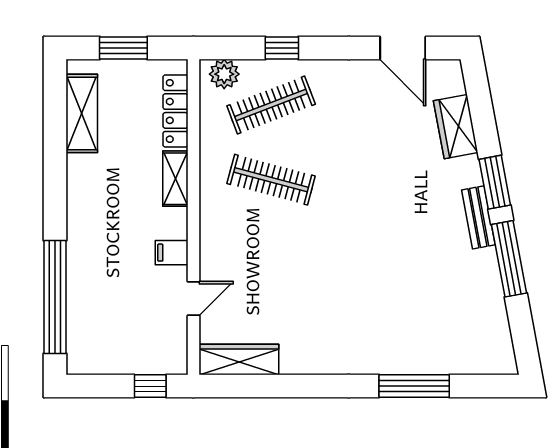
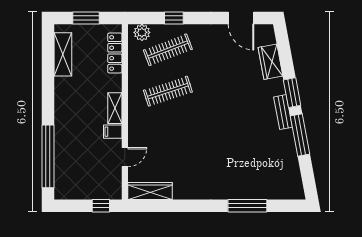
shelving: (175, 179) -> (115, 108), moved
clothes rail: (271, 180) -> (168, 91), turned -33

